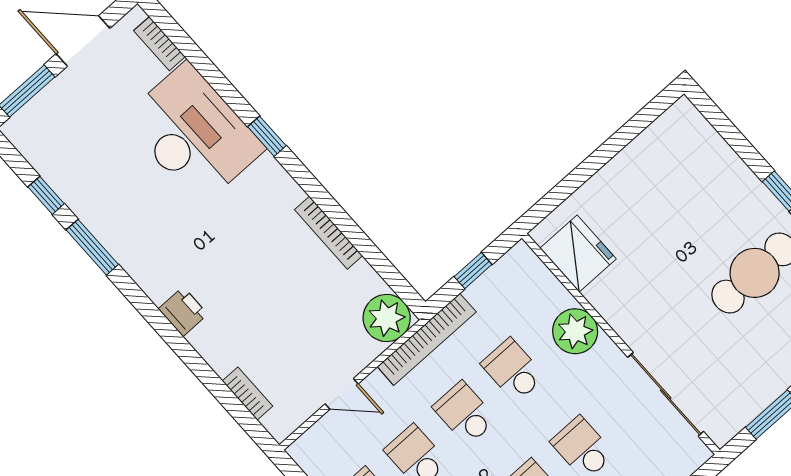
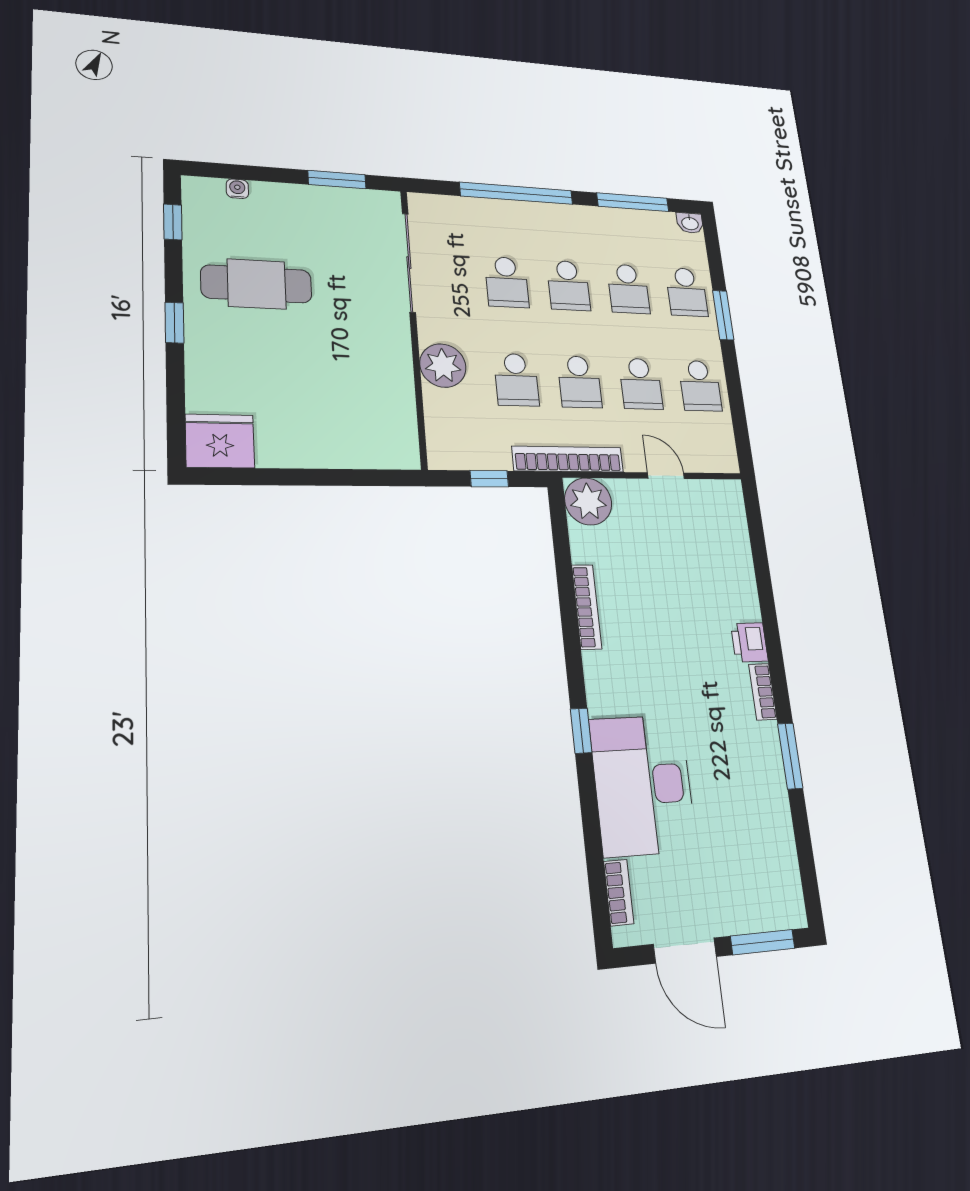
window: (46, 195) -> (802, 832), removed
fridge: (578, 254) -> (220, 441), moved, turned 90
bookcase: (247, 394) -> (763, 692), moved

